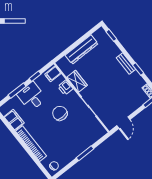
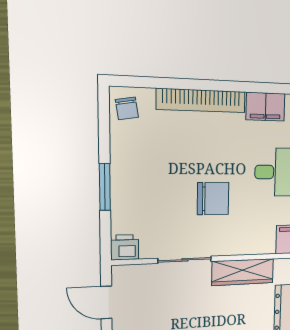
wardrobe: (77, 81) -> (243, 272), width x1.50
printer: (65, 88) -> (125, 247), moved

